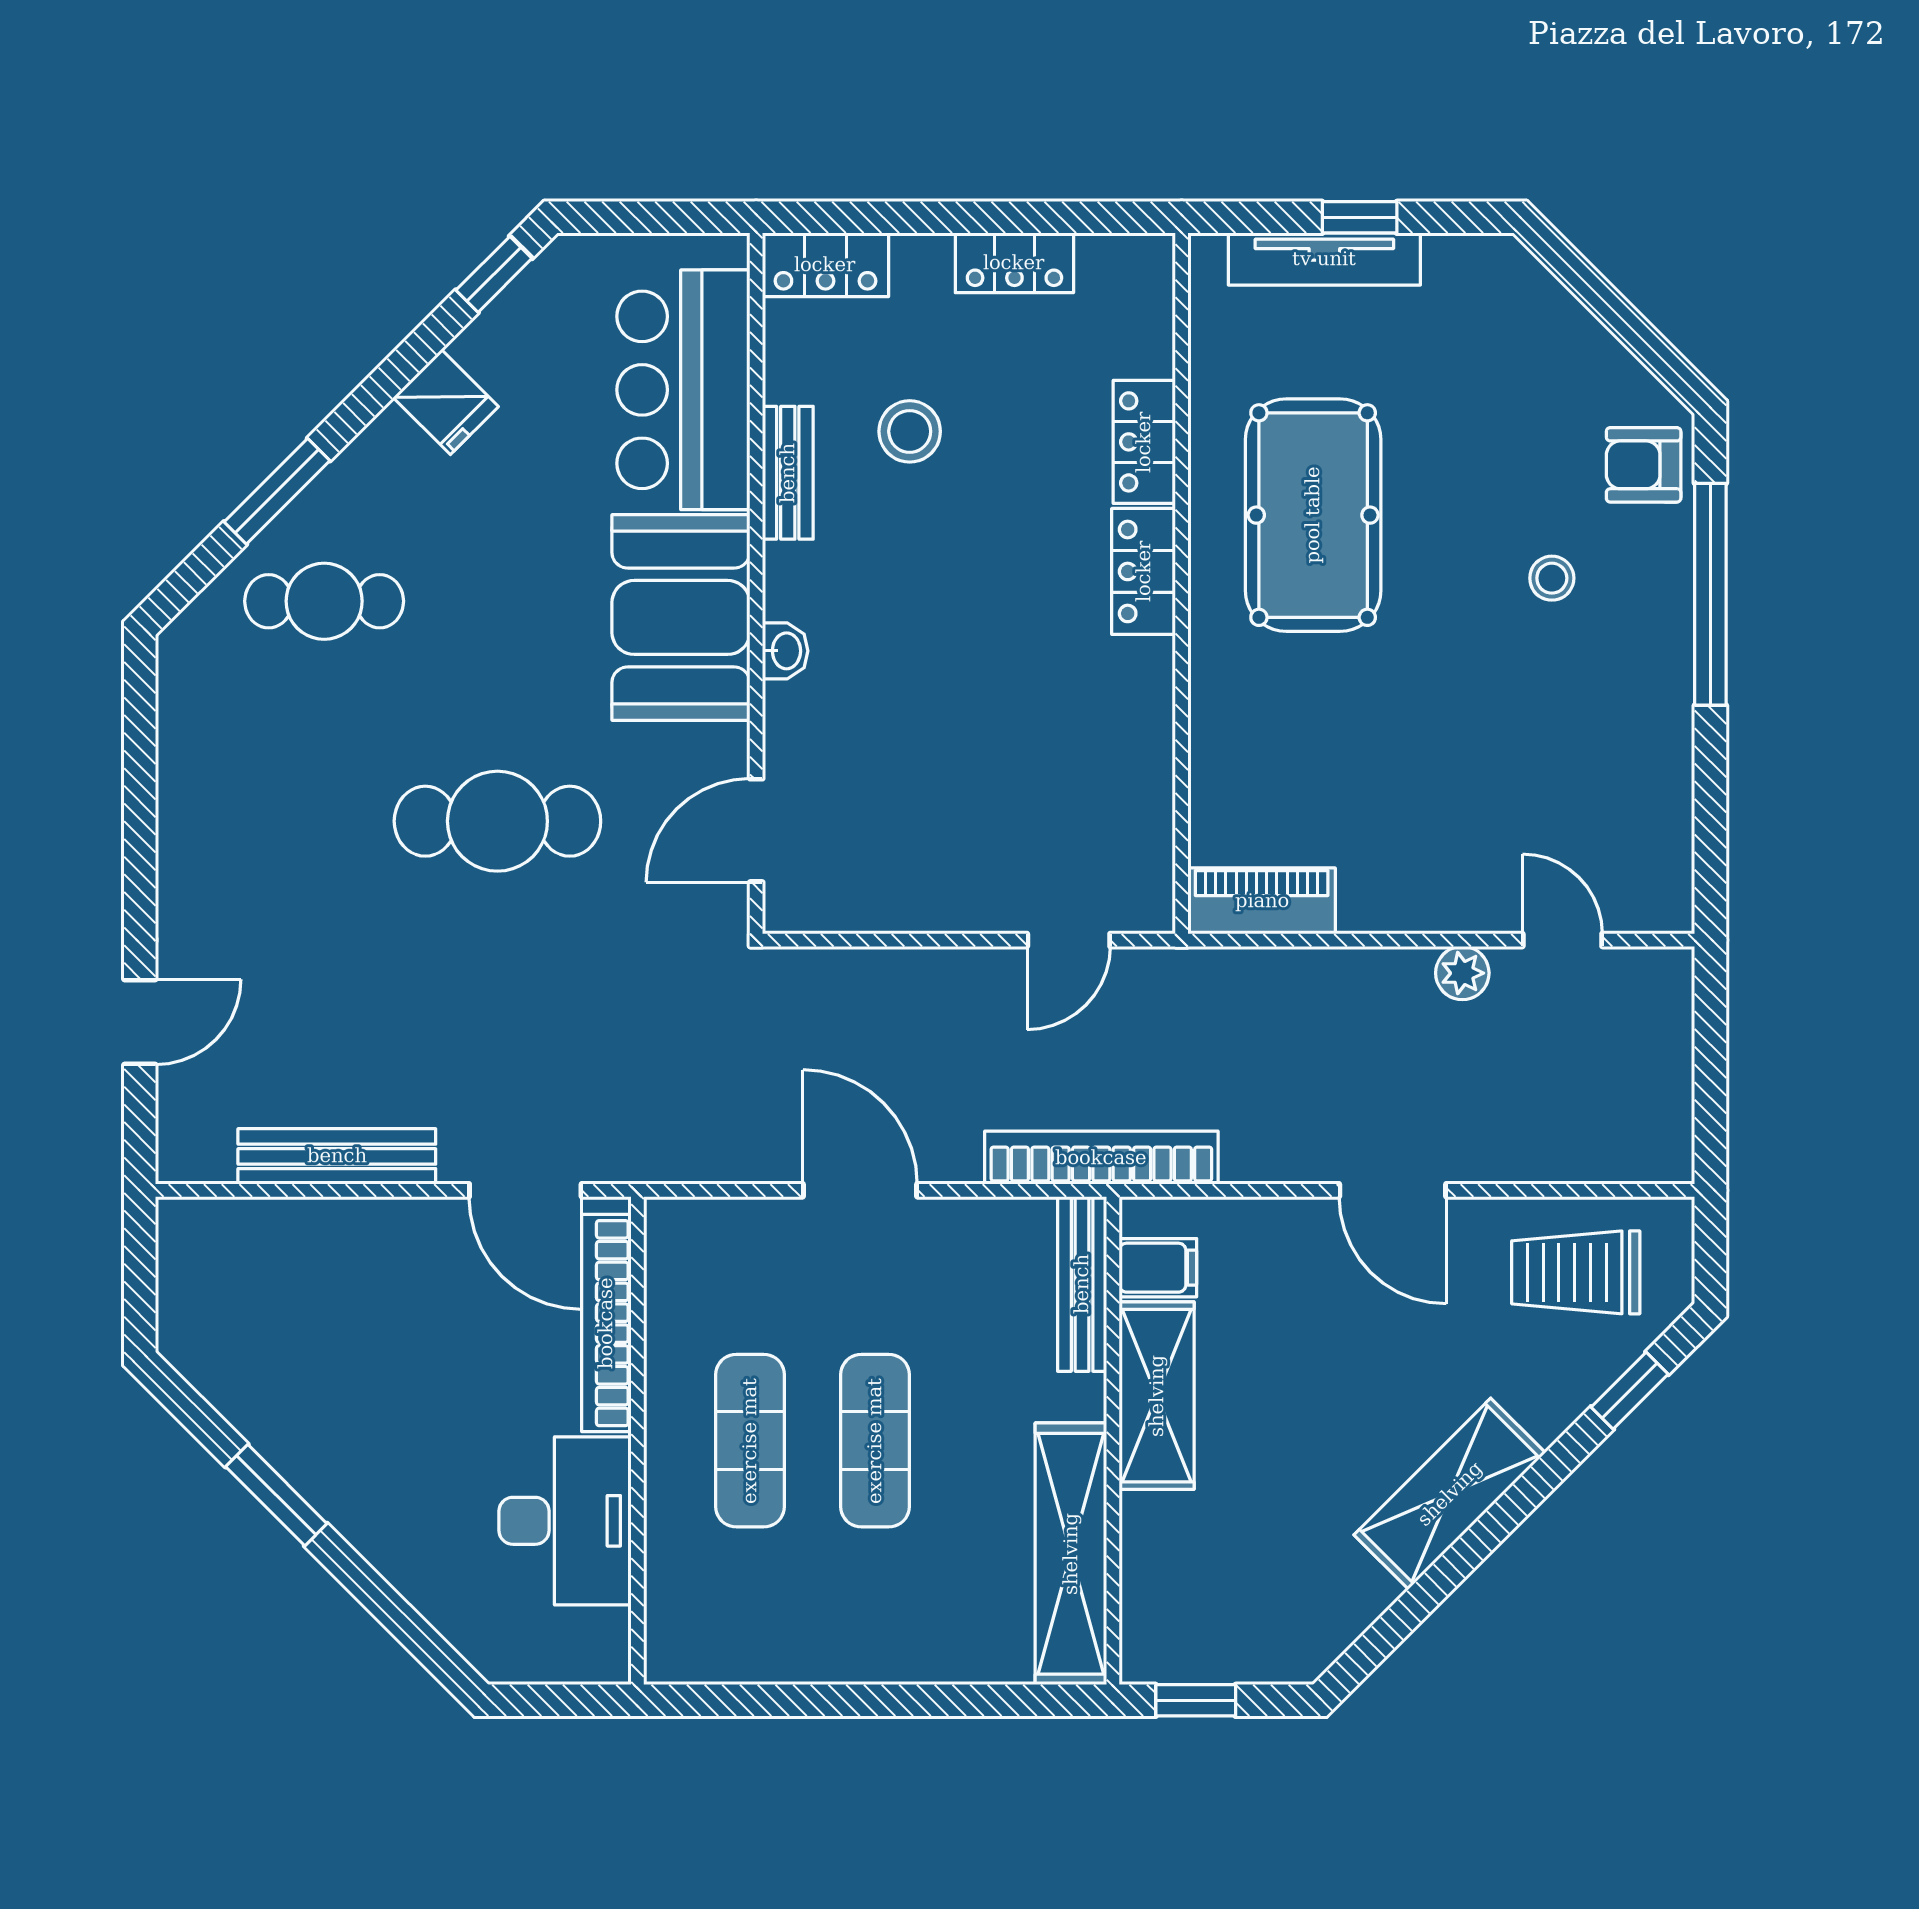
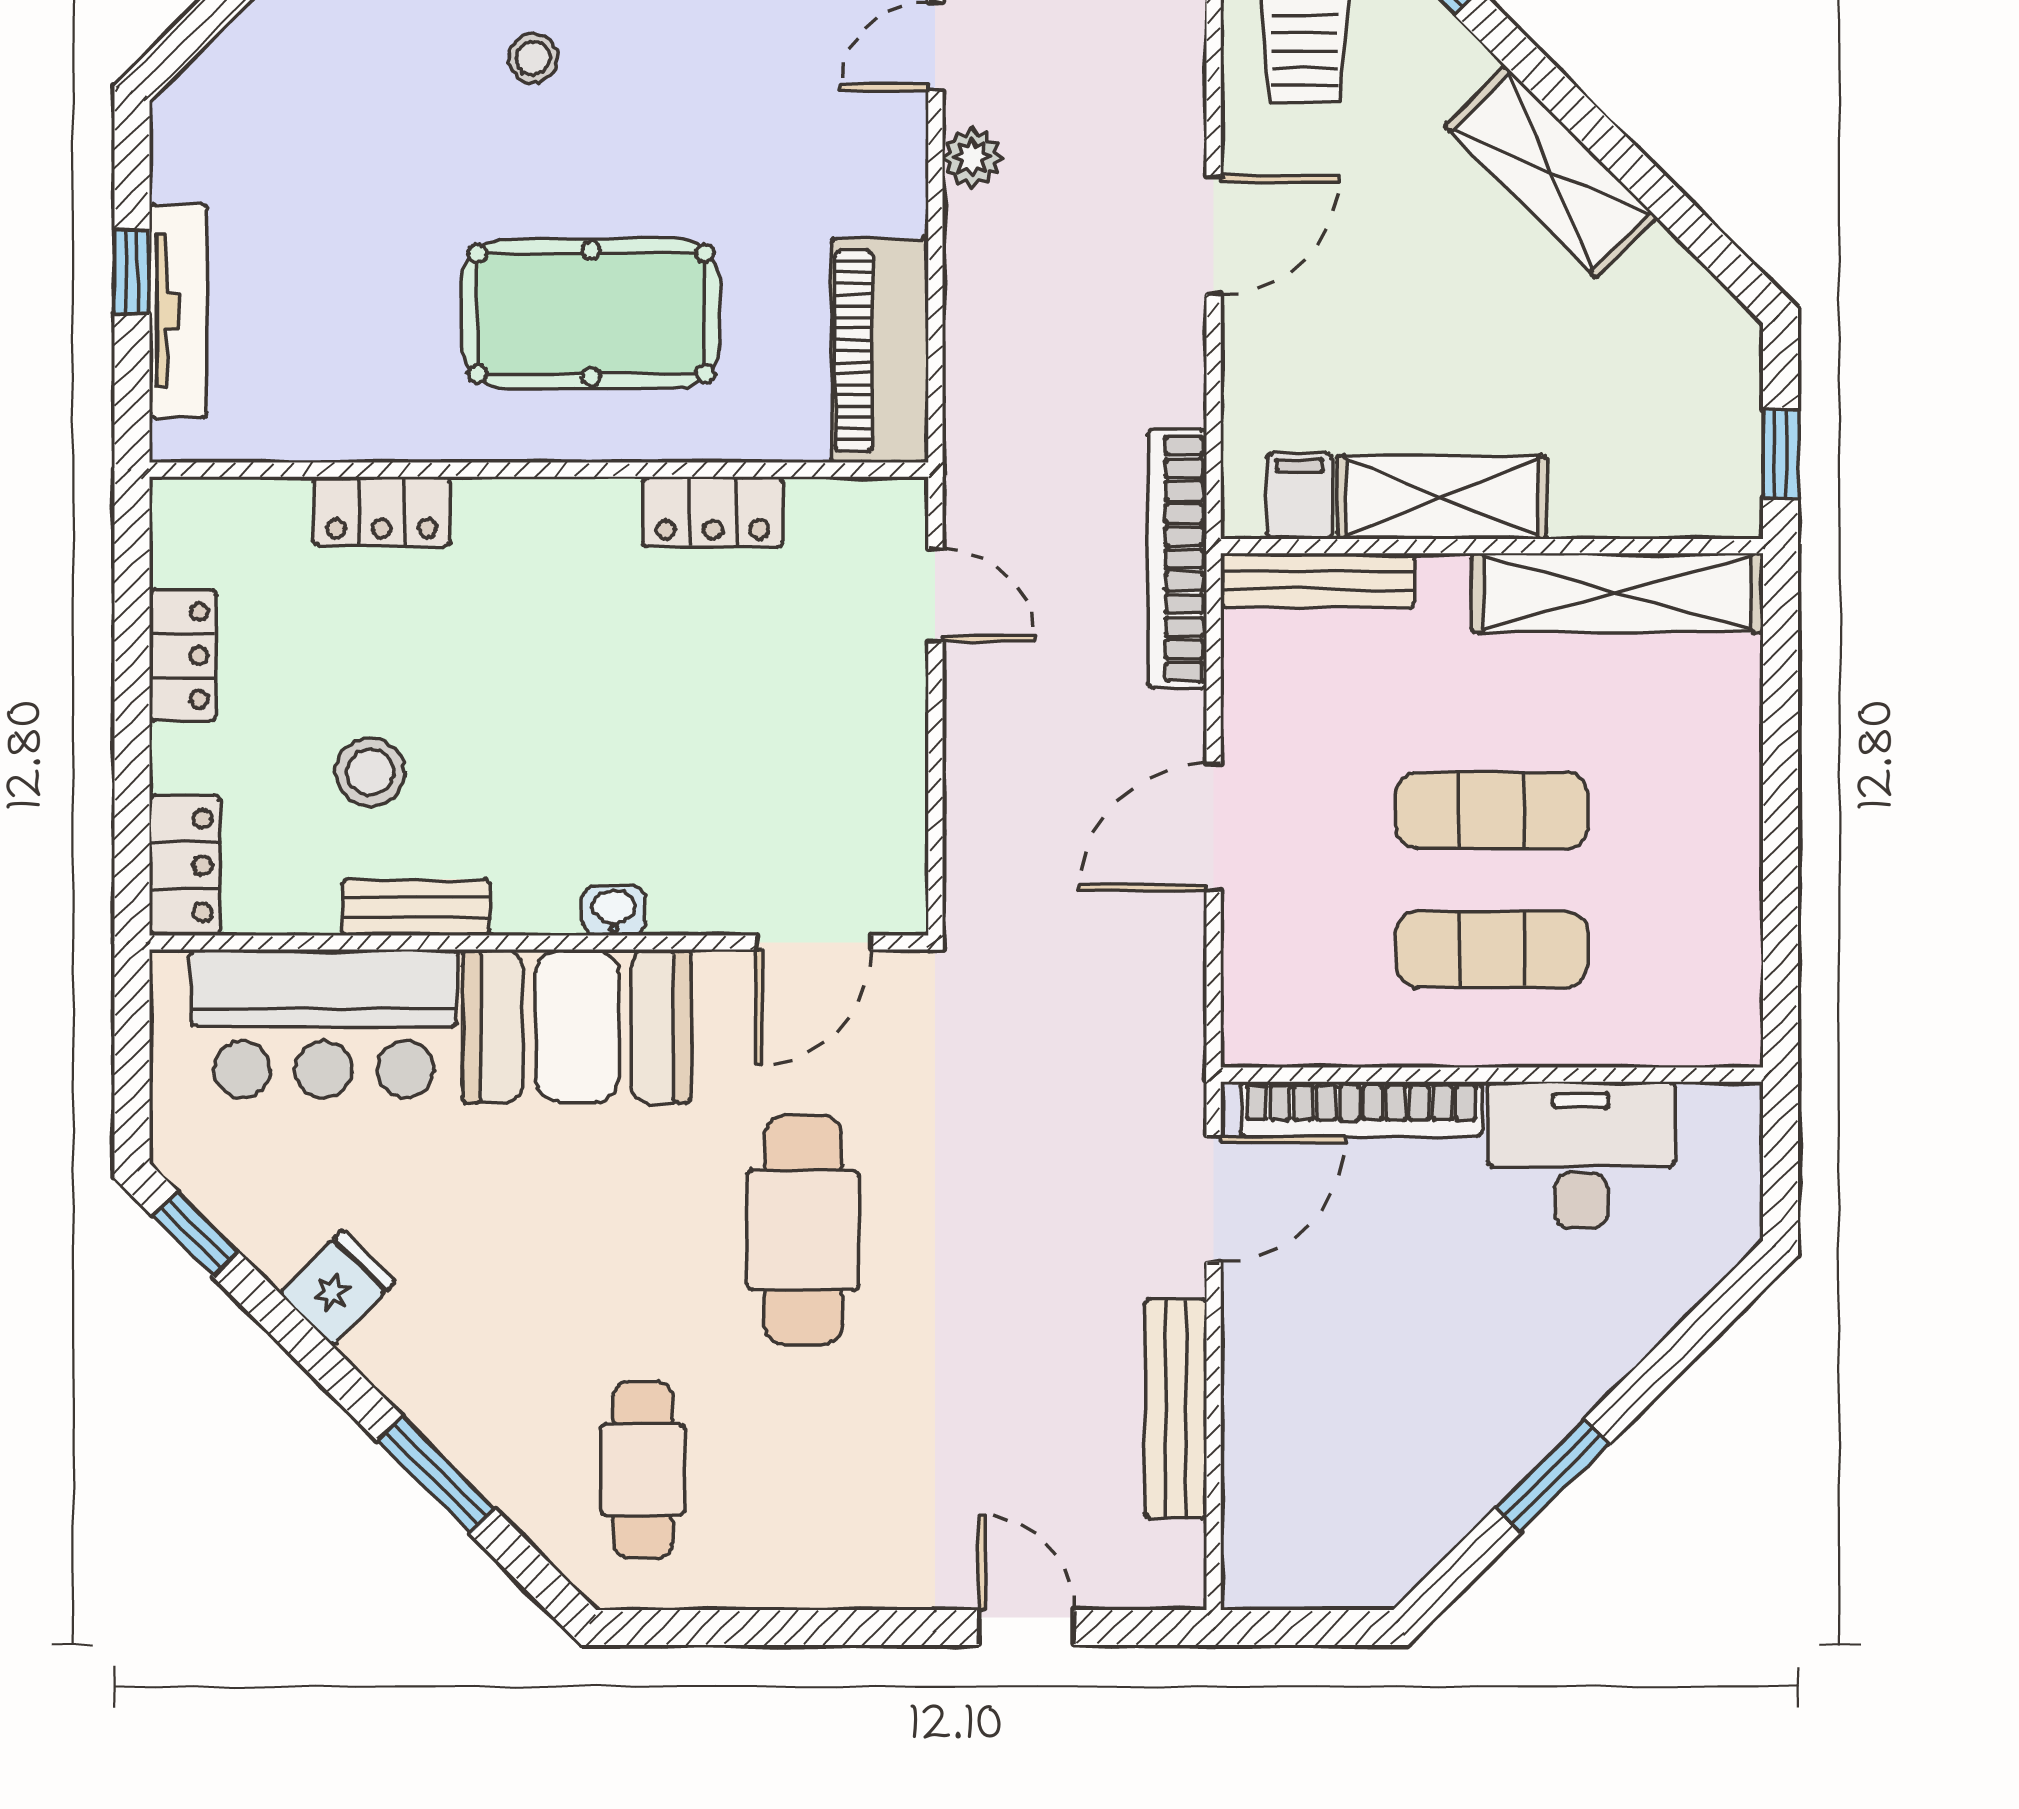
pool table: (1313, 515) -> (591, 314), moved
locker: (1144, 571) -> (713, 512), moved
cafe table: (324, 601) -> (643, 1470), moved
door: (756, 830) -> (813, 942), hinge flipped
piano: (1262, 901) -> (880, 351), width x1.37, depth x1.33

